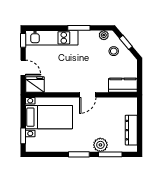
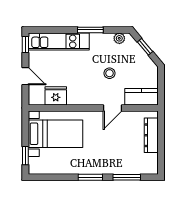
stool: (114, 51) -> (109, 73), moved
fridge: (35, 85) -> (56, 96), moved
door: (88, 95) -> (113, 108), moved
dresser: (131, 130) -> (151, 135), moved
plant: (100, 145) -> (115, 166), removed

